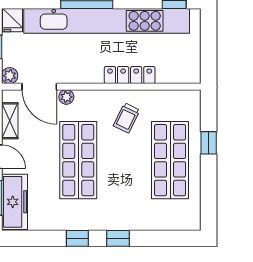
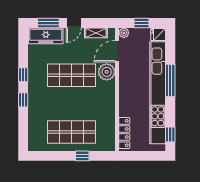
locker: (130, 75) -> (124, 133), moved
plant: (66, 97) -> (107, 72), width x1.88, depth x1.88
trolley: (127, 118) -> (98, 105), removed

